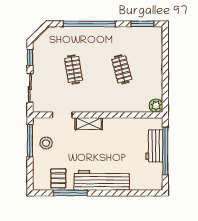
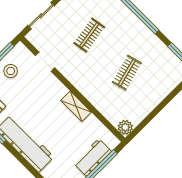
shelving: (89, 124) -> (76, 106), moved

